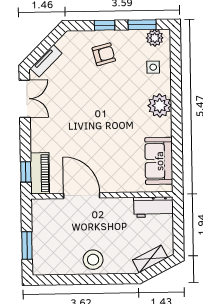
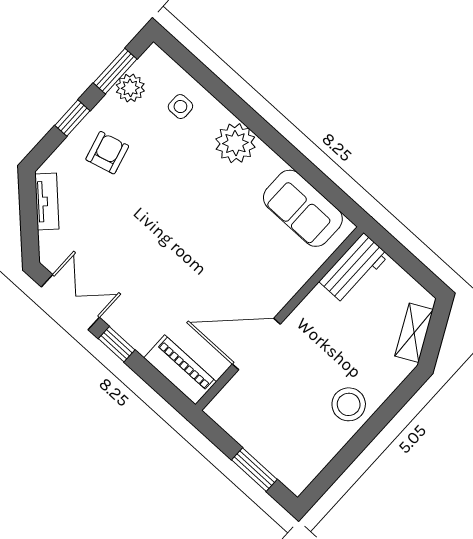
plant: (155, 38) -> (130, 88), moved
tv unit: (46, 61) -> (47, 202), moved
window: (26, 172) -> (117, 344), moved

